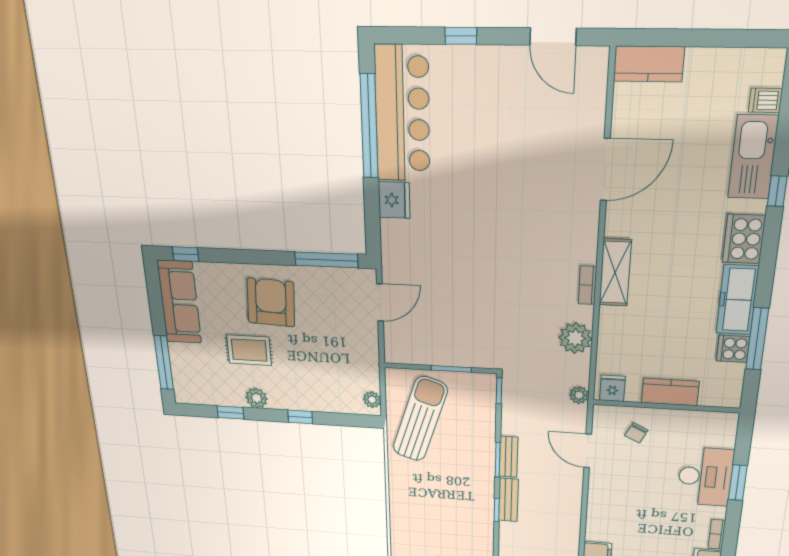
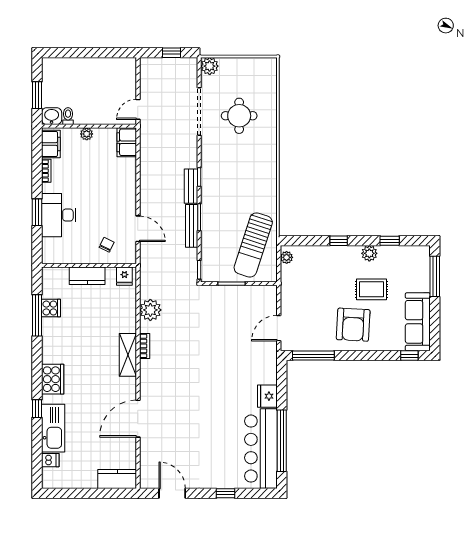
freezer: (737, 300) -> (52, 341), removed
plant: (579, 395) -> (146, 270), removed
bench: (509, 457) -> (192, 226), width x1.36

